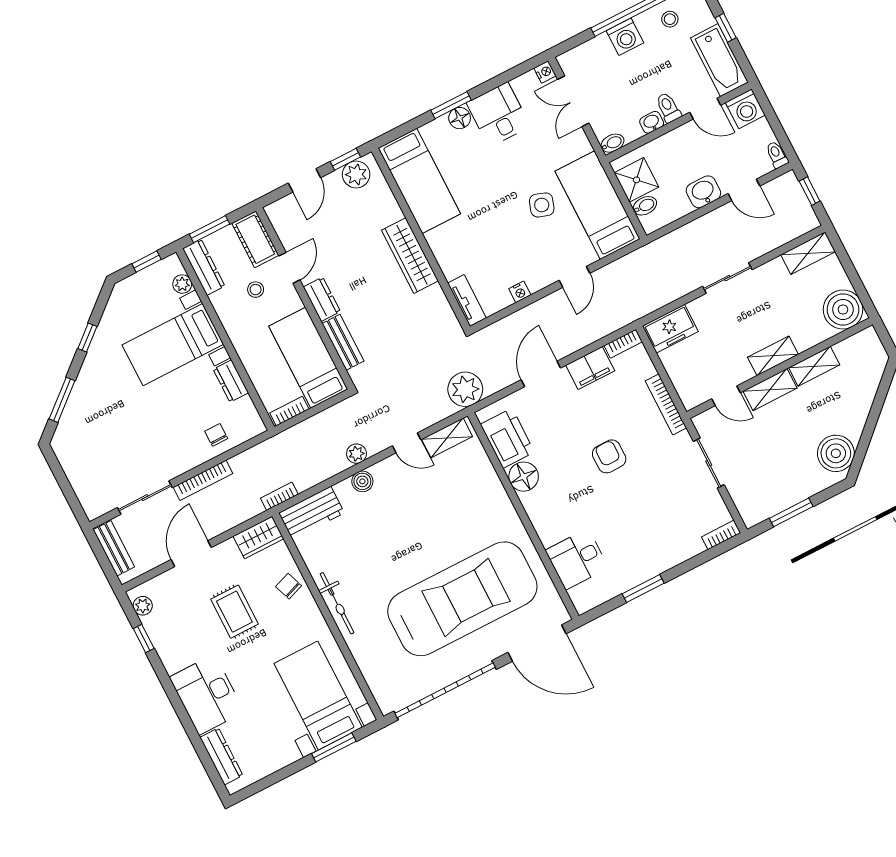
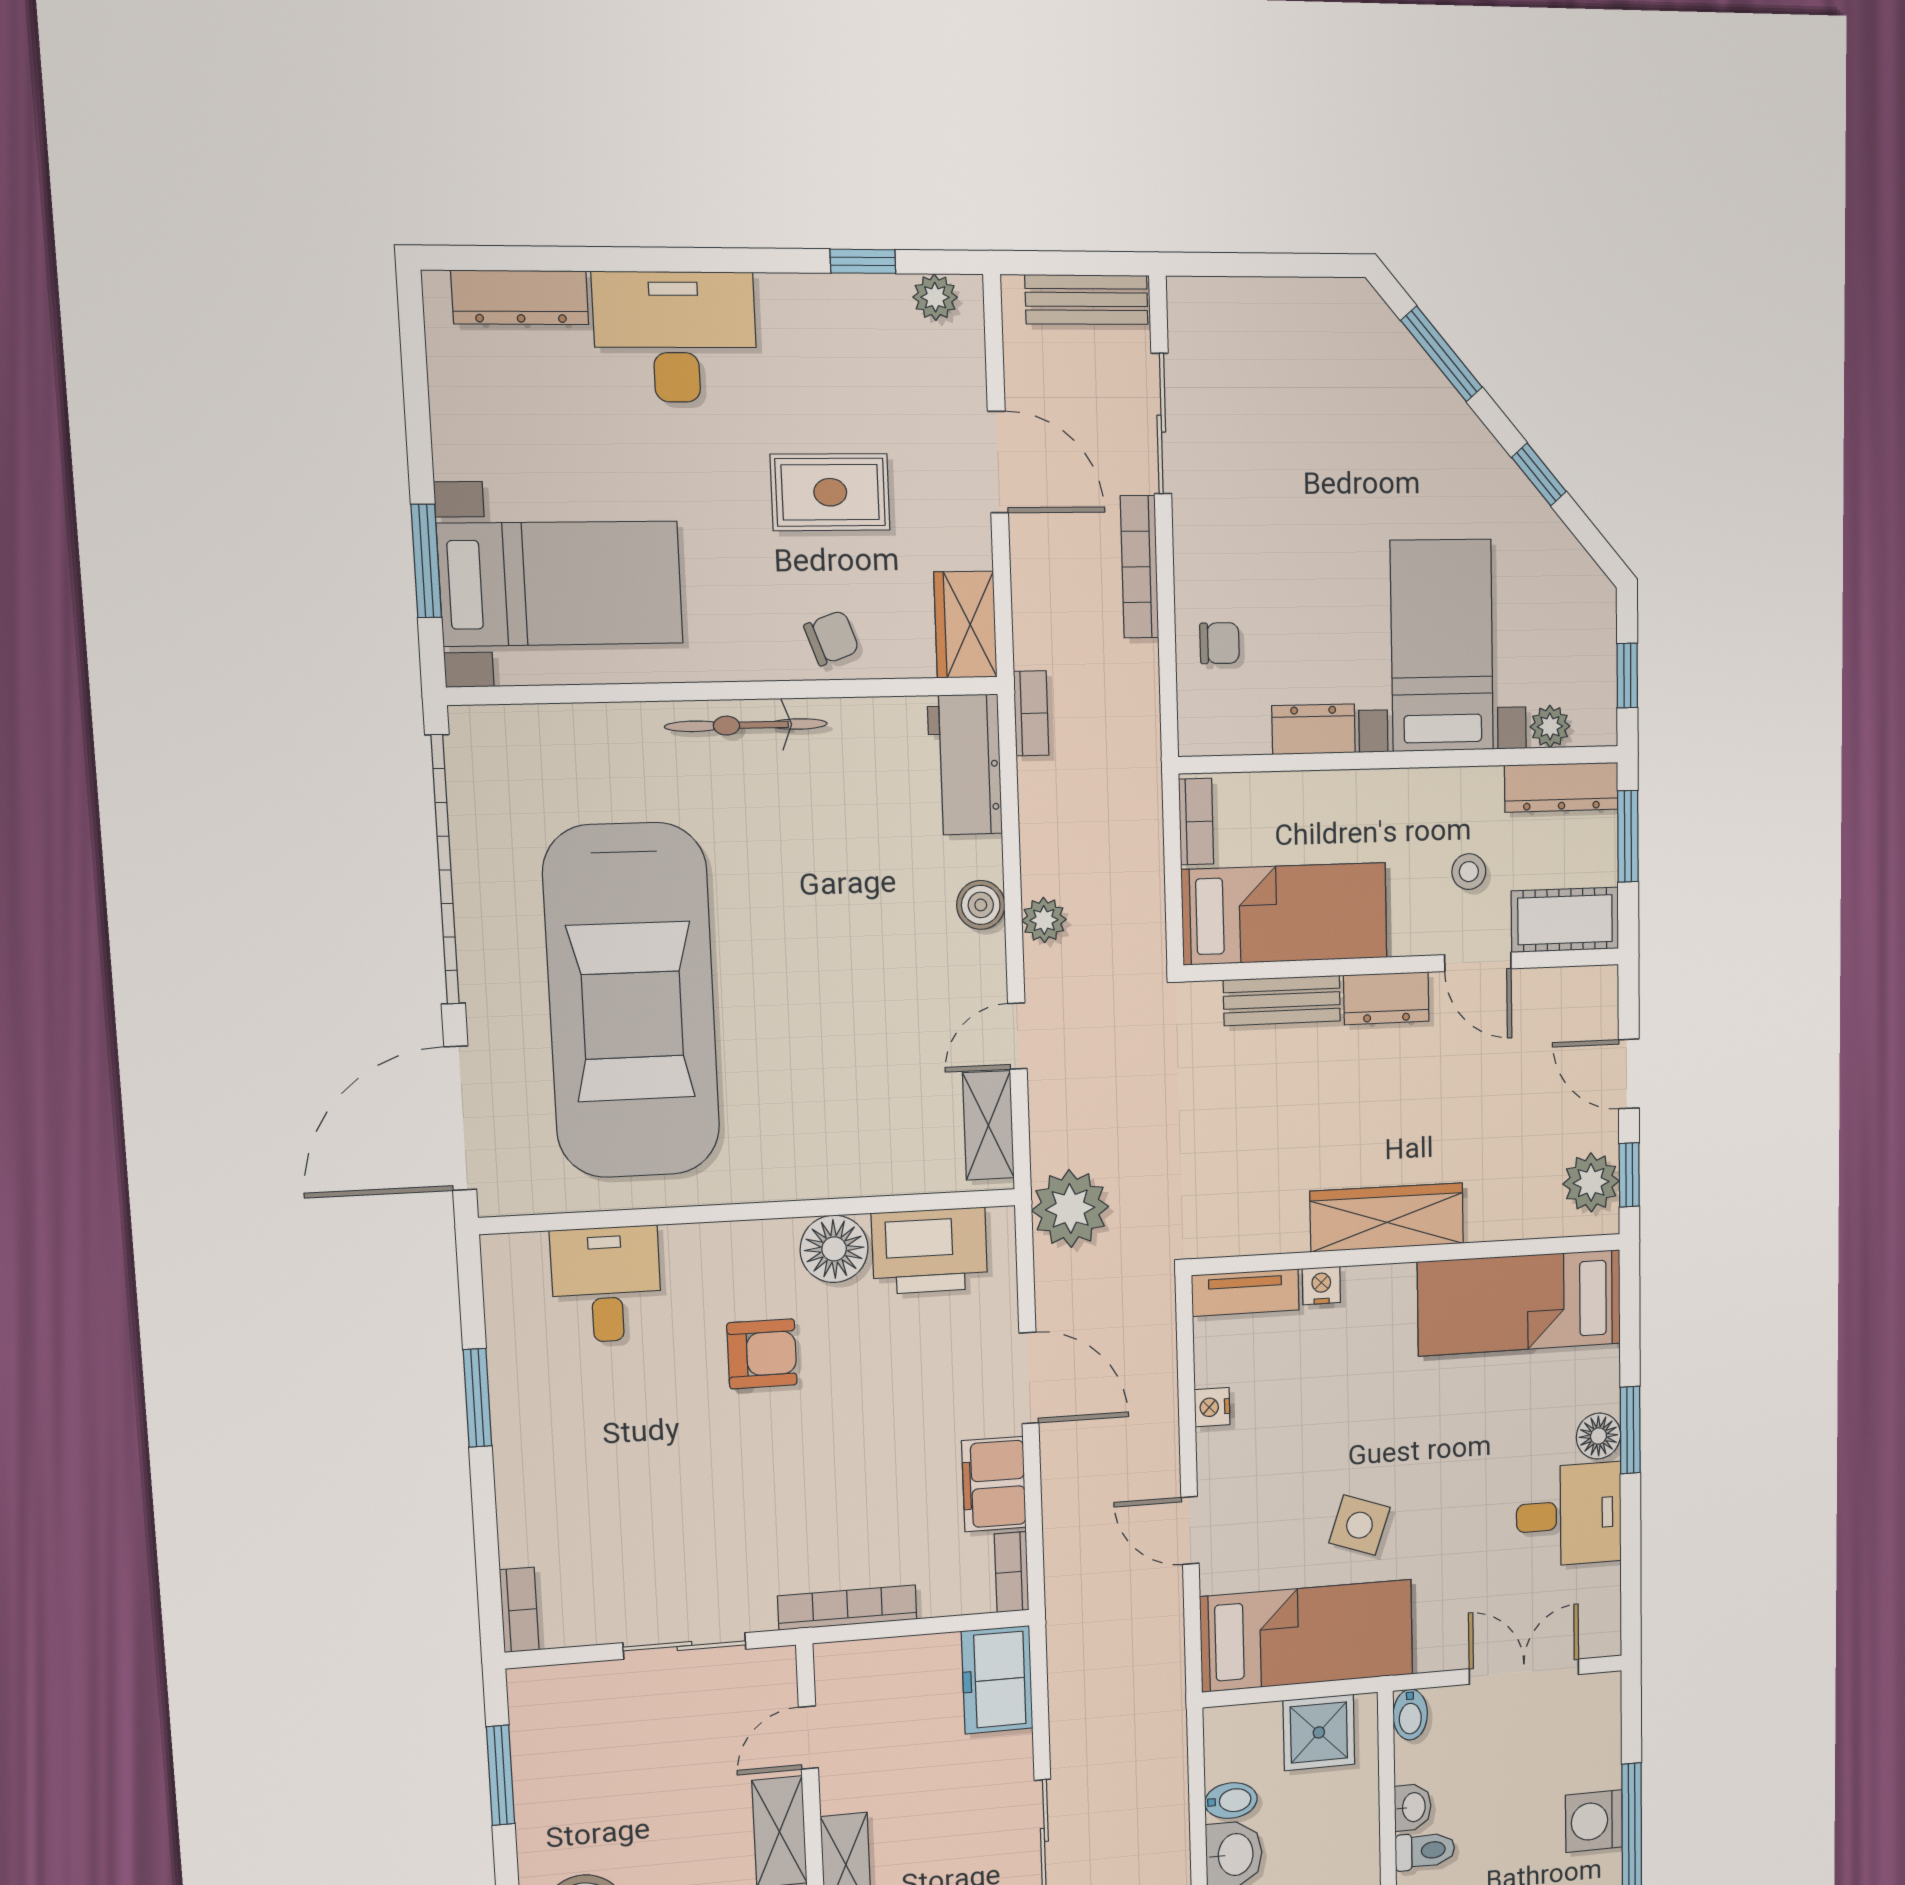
nightstand: (545, 72) -> (1321, 1286), moved, turned 180
bidet: (645, 206) -> (1231, 1801), moved, turned -90
armchair: (609, 456) -> (762, 1354), moved

